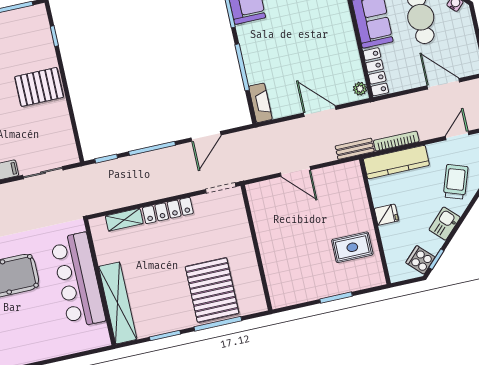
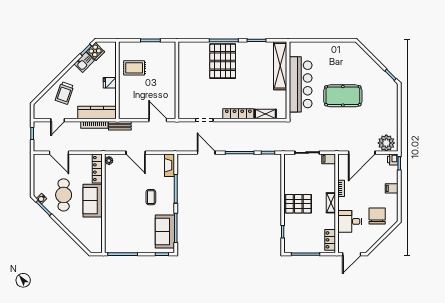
coffee table: (279, 45) -> (151, 197), added
door: (206, 136) -> (206, 153), hinge flipped
kitchen sink: (445, 224) -> (84, 62), moved
wall: (256, 248) -> (177, 80), moved

